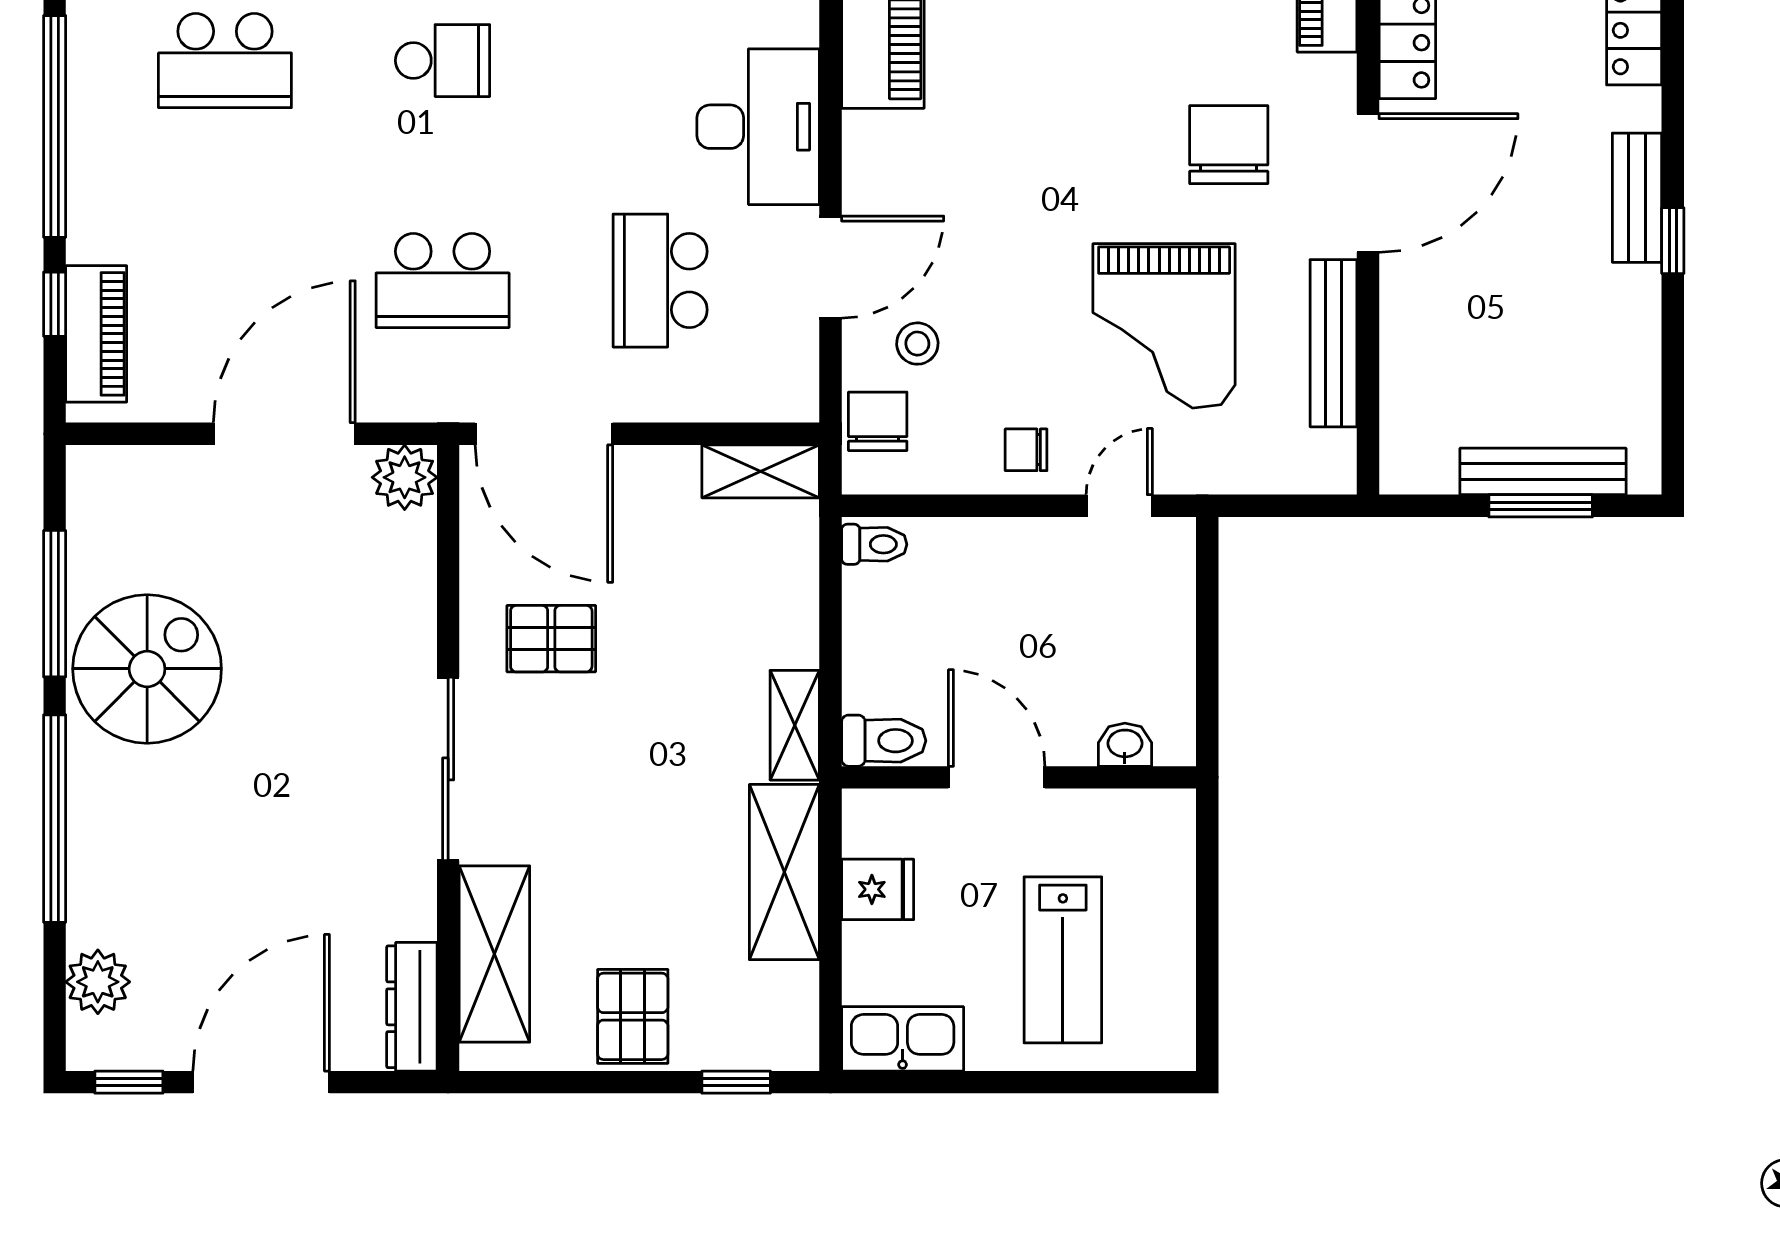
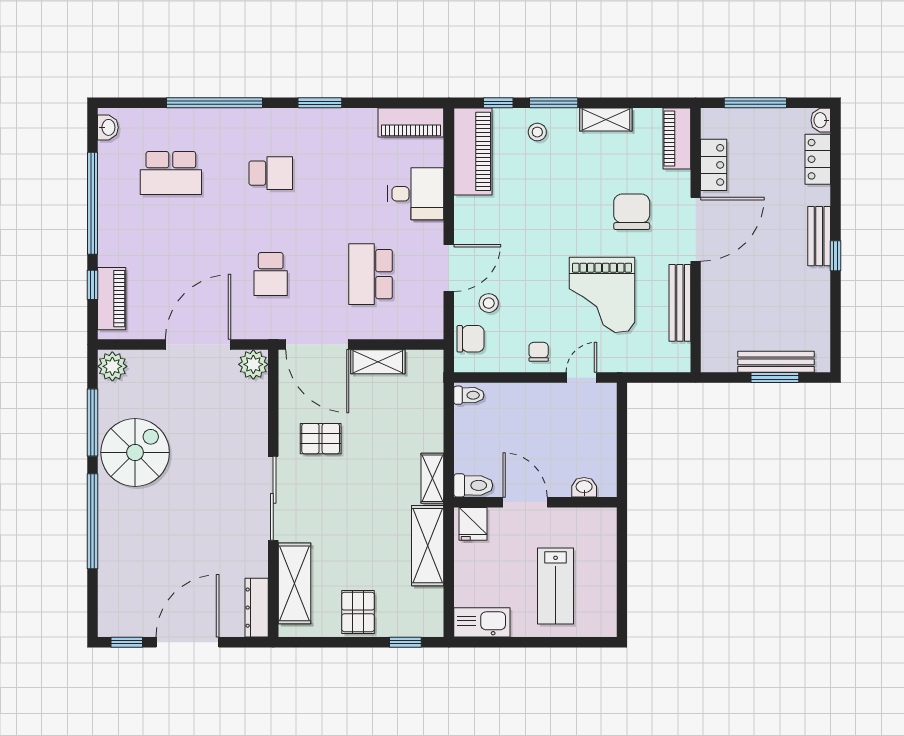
desk: (758, 127) -> (416, 194), width x0.73
school desk: (443, 281) -> (271, 274), width x0.54
chair: (878, 421) -> (470, 339), turned 90
chair: (1026, 450) -> (539, 352), turned 90
shelving: (761, 471) -> (378, 362), moved
fridge: (878, 889) -> (473, 524), moved, turned 90
plant: (98, 982) -> (112, 366), moved

